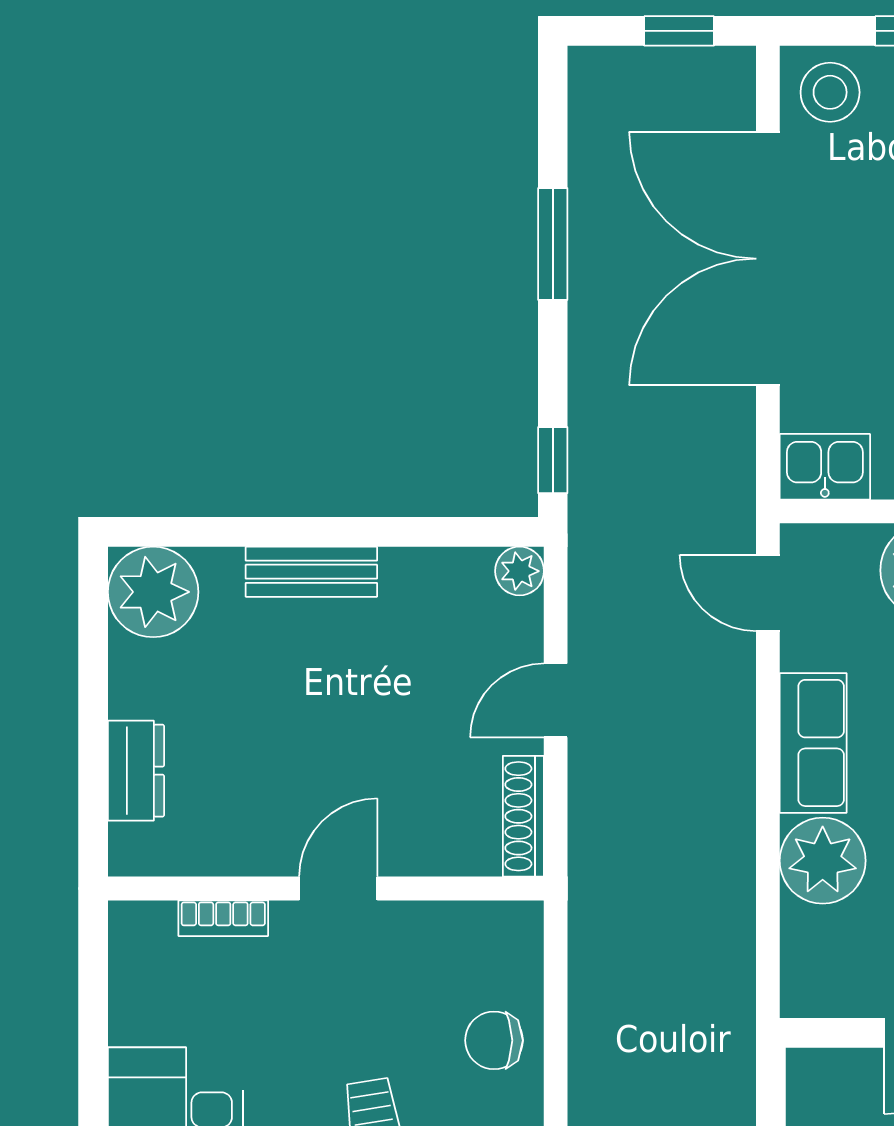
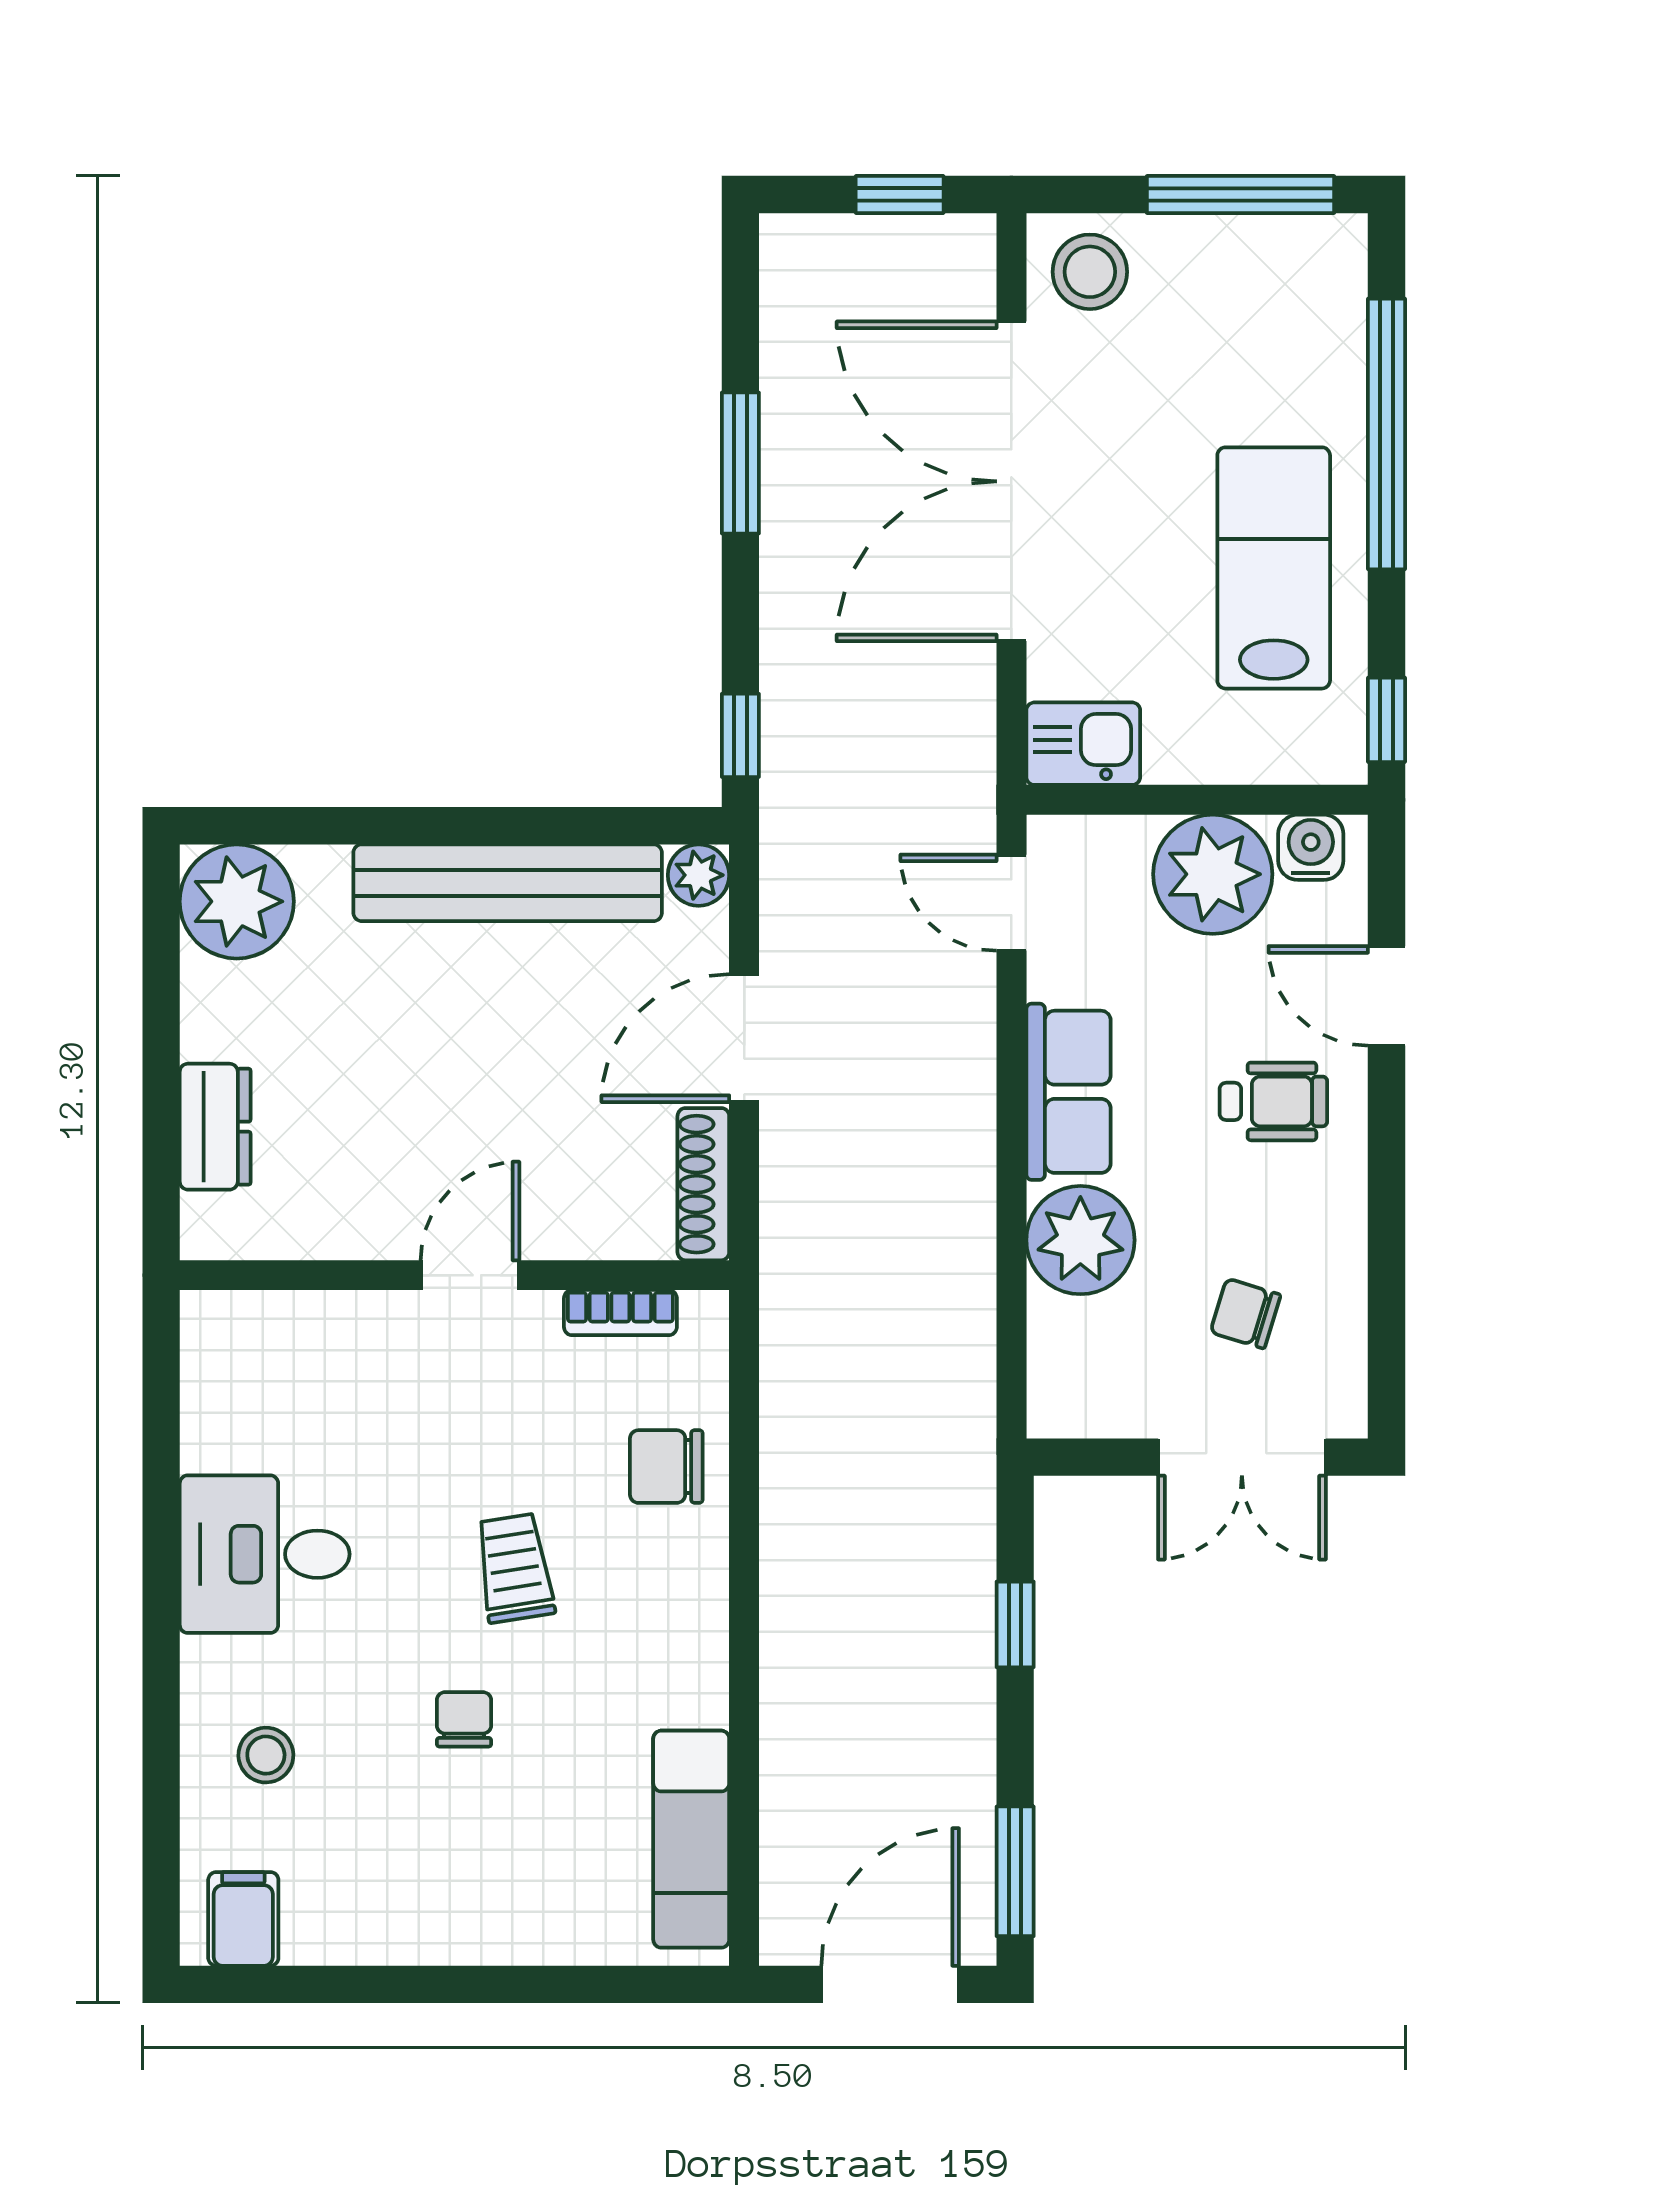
bench: (311, 572) -> (508, 883), width x1.86, depth x1.21
door: (556, 700) -> (744, 1038), width x1.38
bookcase: (223, 918) -> (620, 1313), moved

